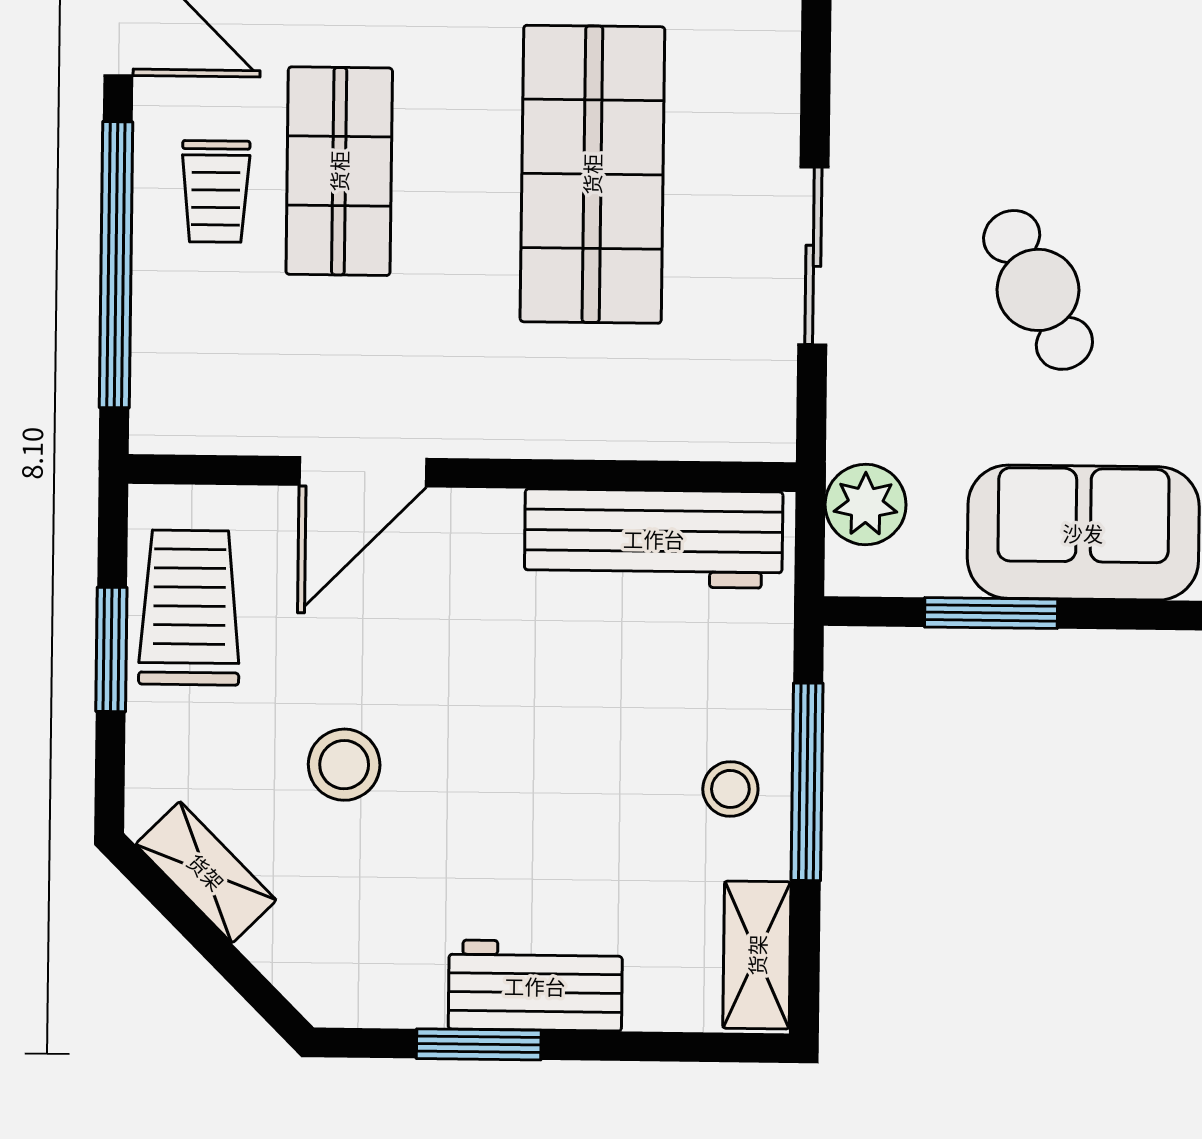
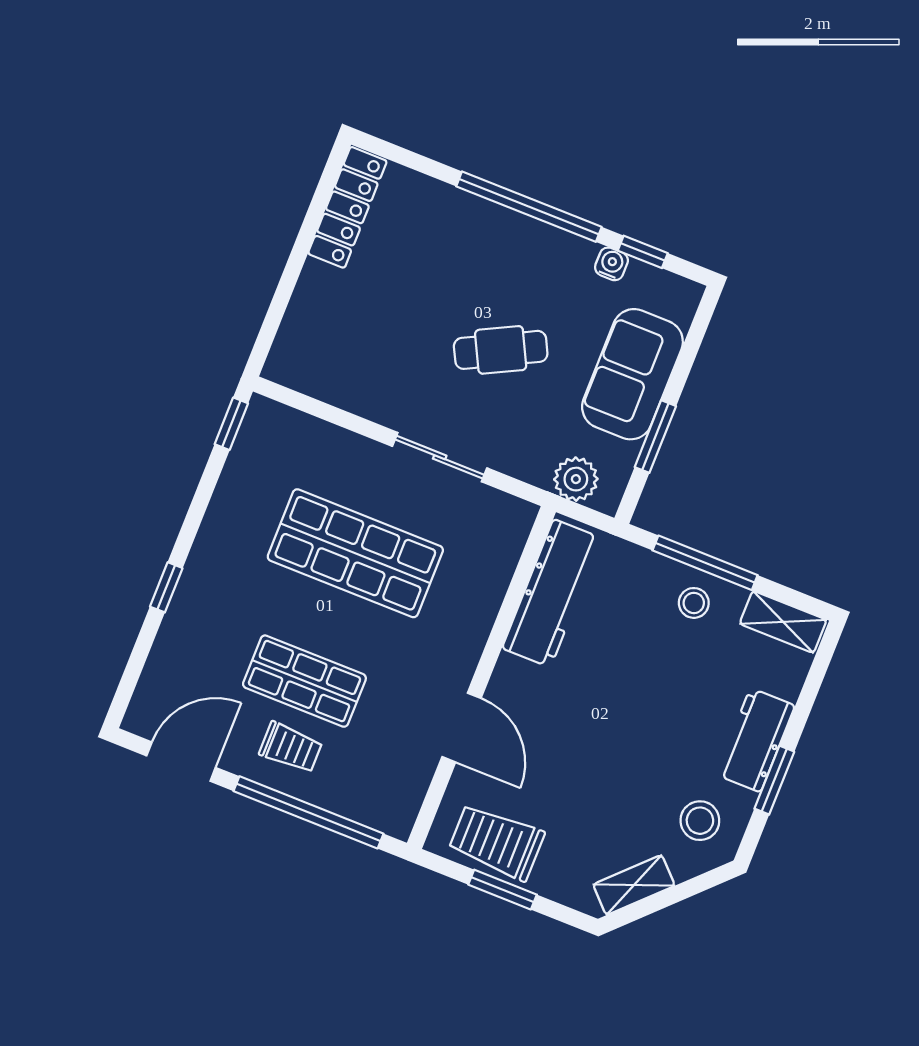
stool: (344, 765) -> (700, 821), moved

